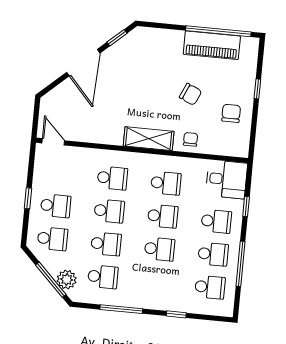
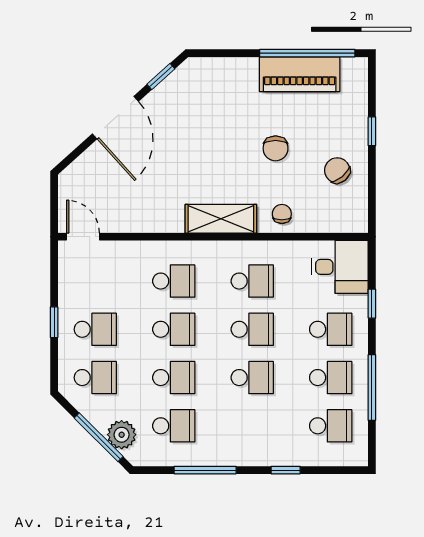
chair: (190, 94) -> (276, 148), turned 66
chair: (231, 113) -> (337, 170), turned -40

